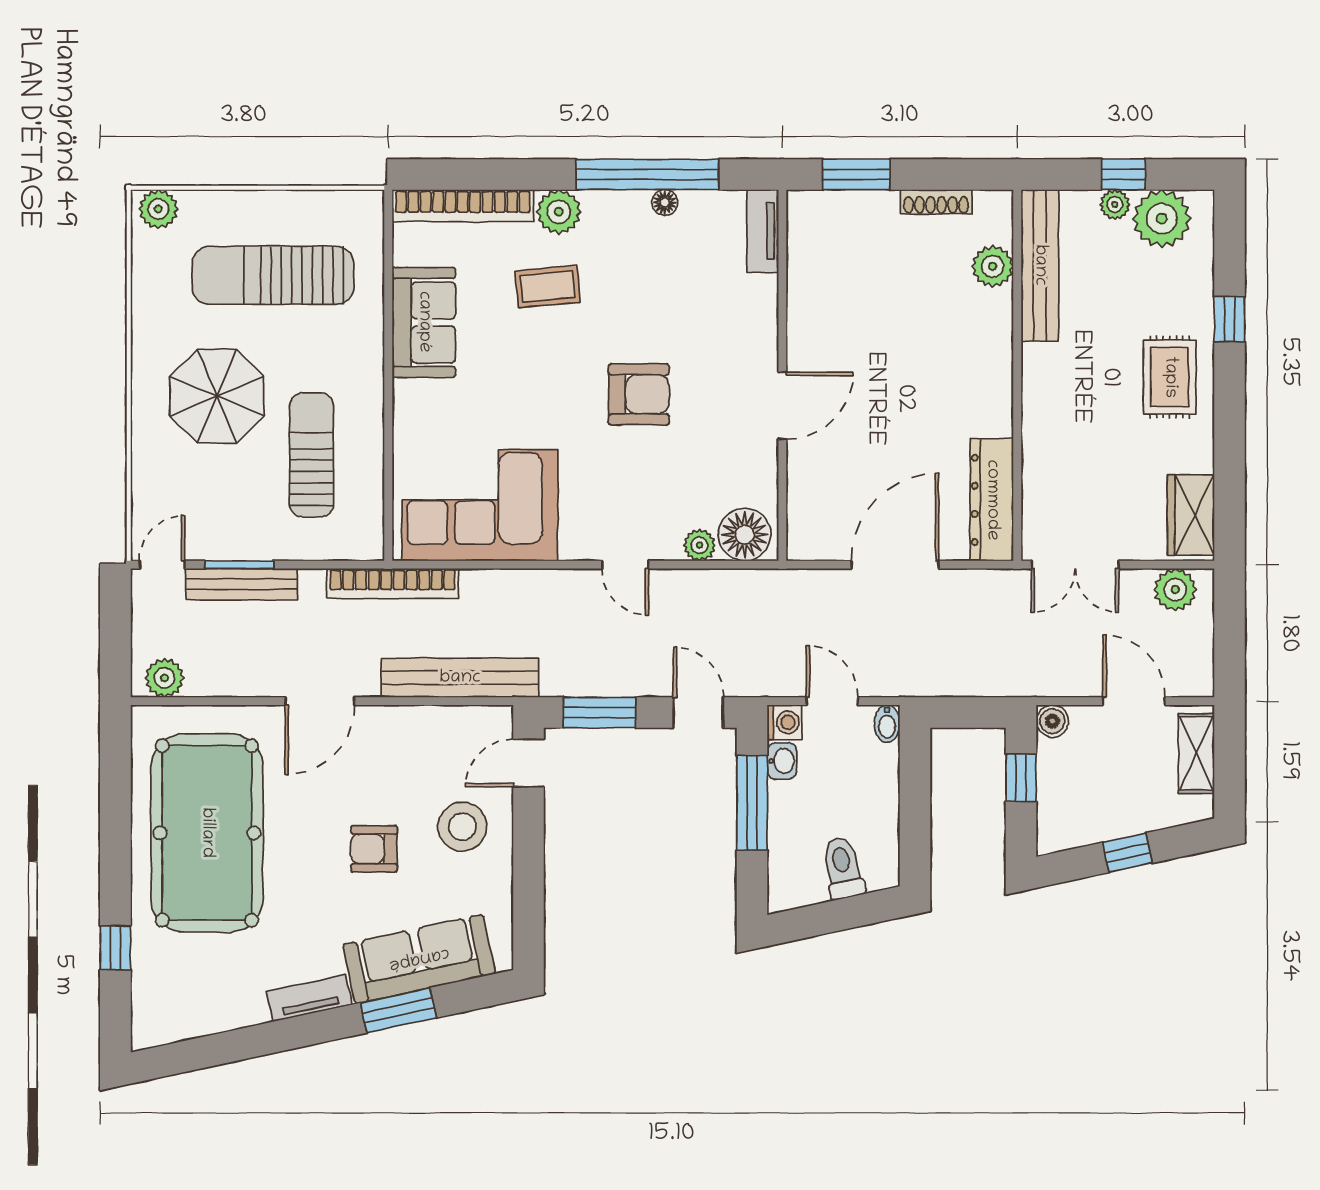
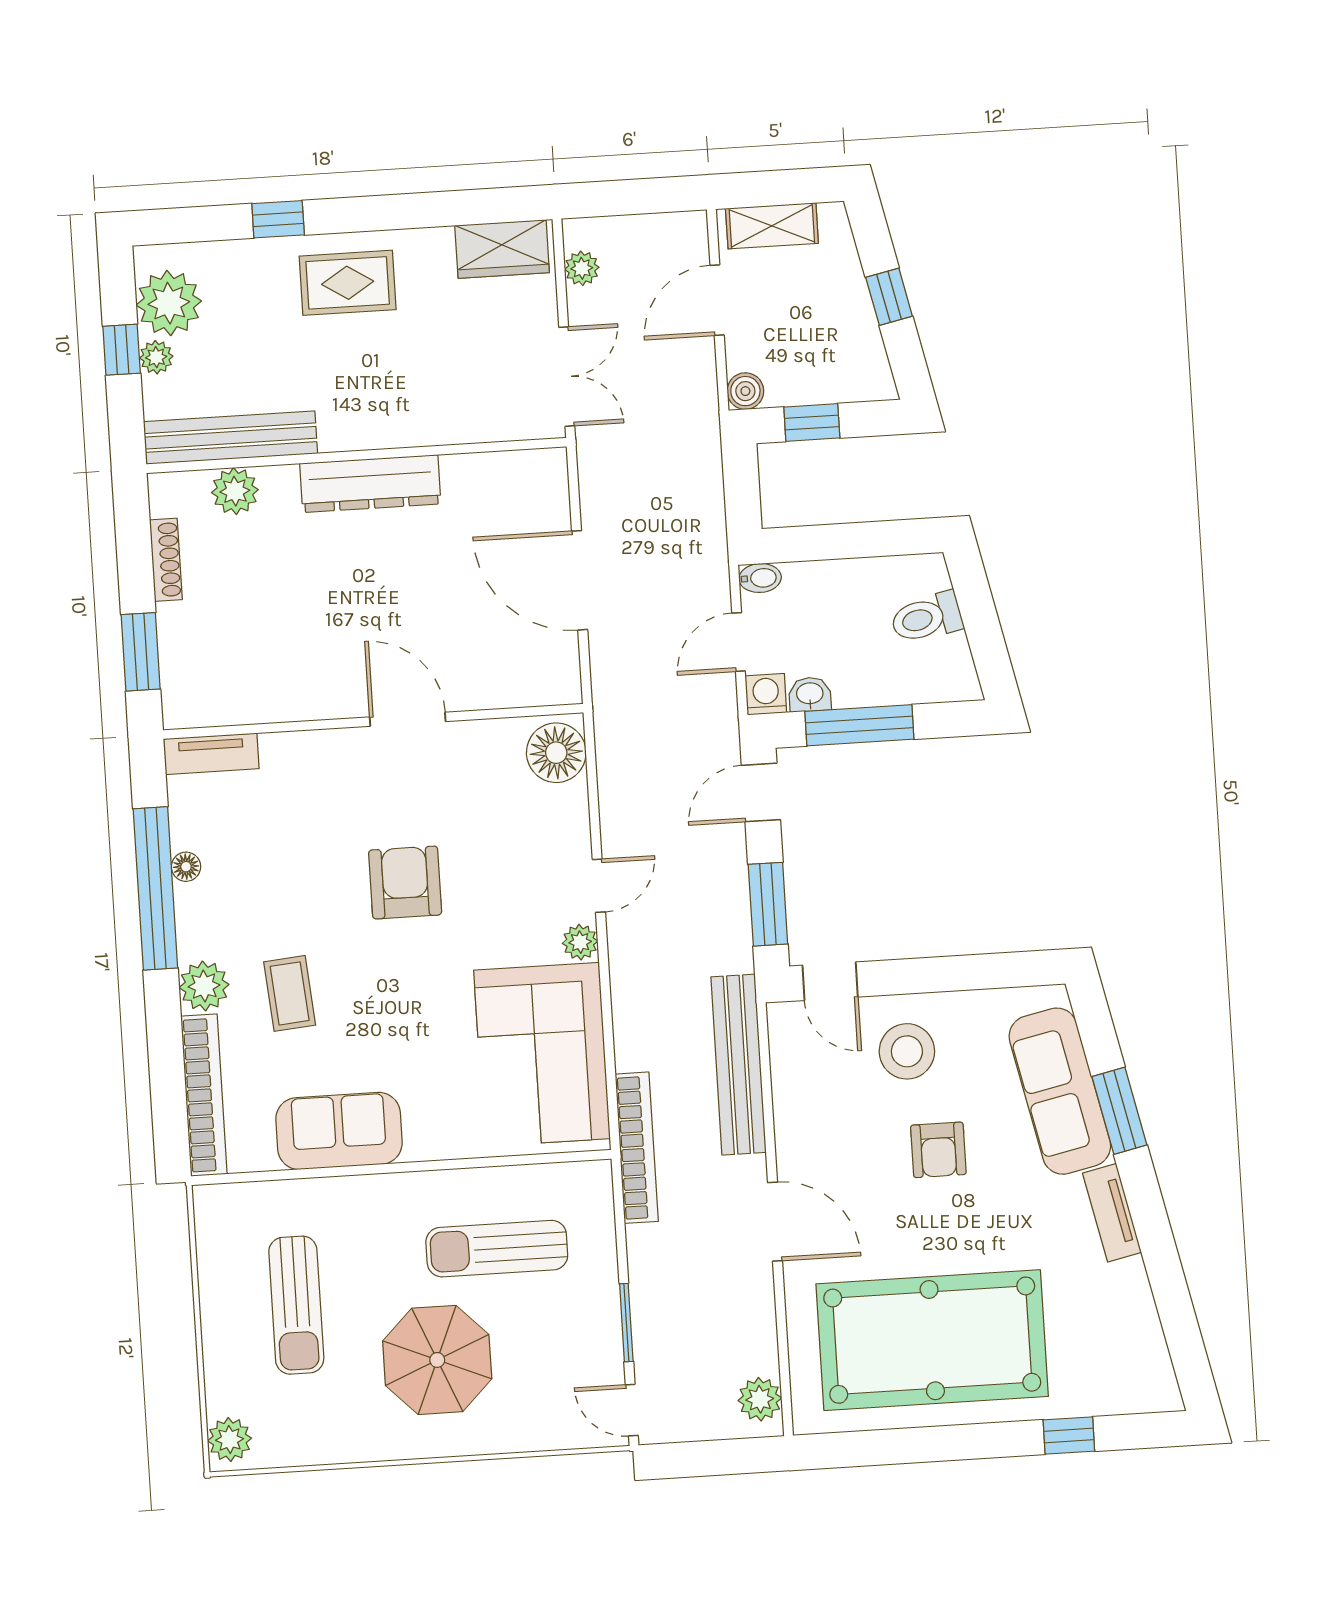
sun lounger: (273, 275) -> (296, 1305), width x0.73, depth x0.75
dresser: (992, 500) -> (370, 484), moved
plant: (699, 545) -> (580, 942), moved
bench: (242, 584) -> (648, 1319), removed
plant: (1175, 590) -> (582, 268), width x0.73, depth x0.73

